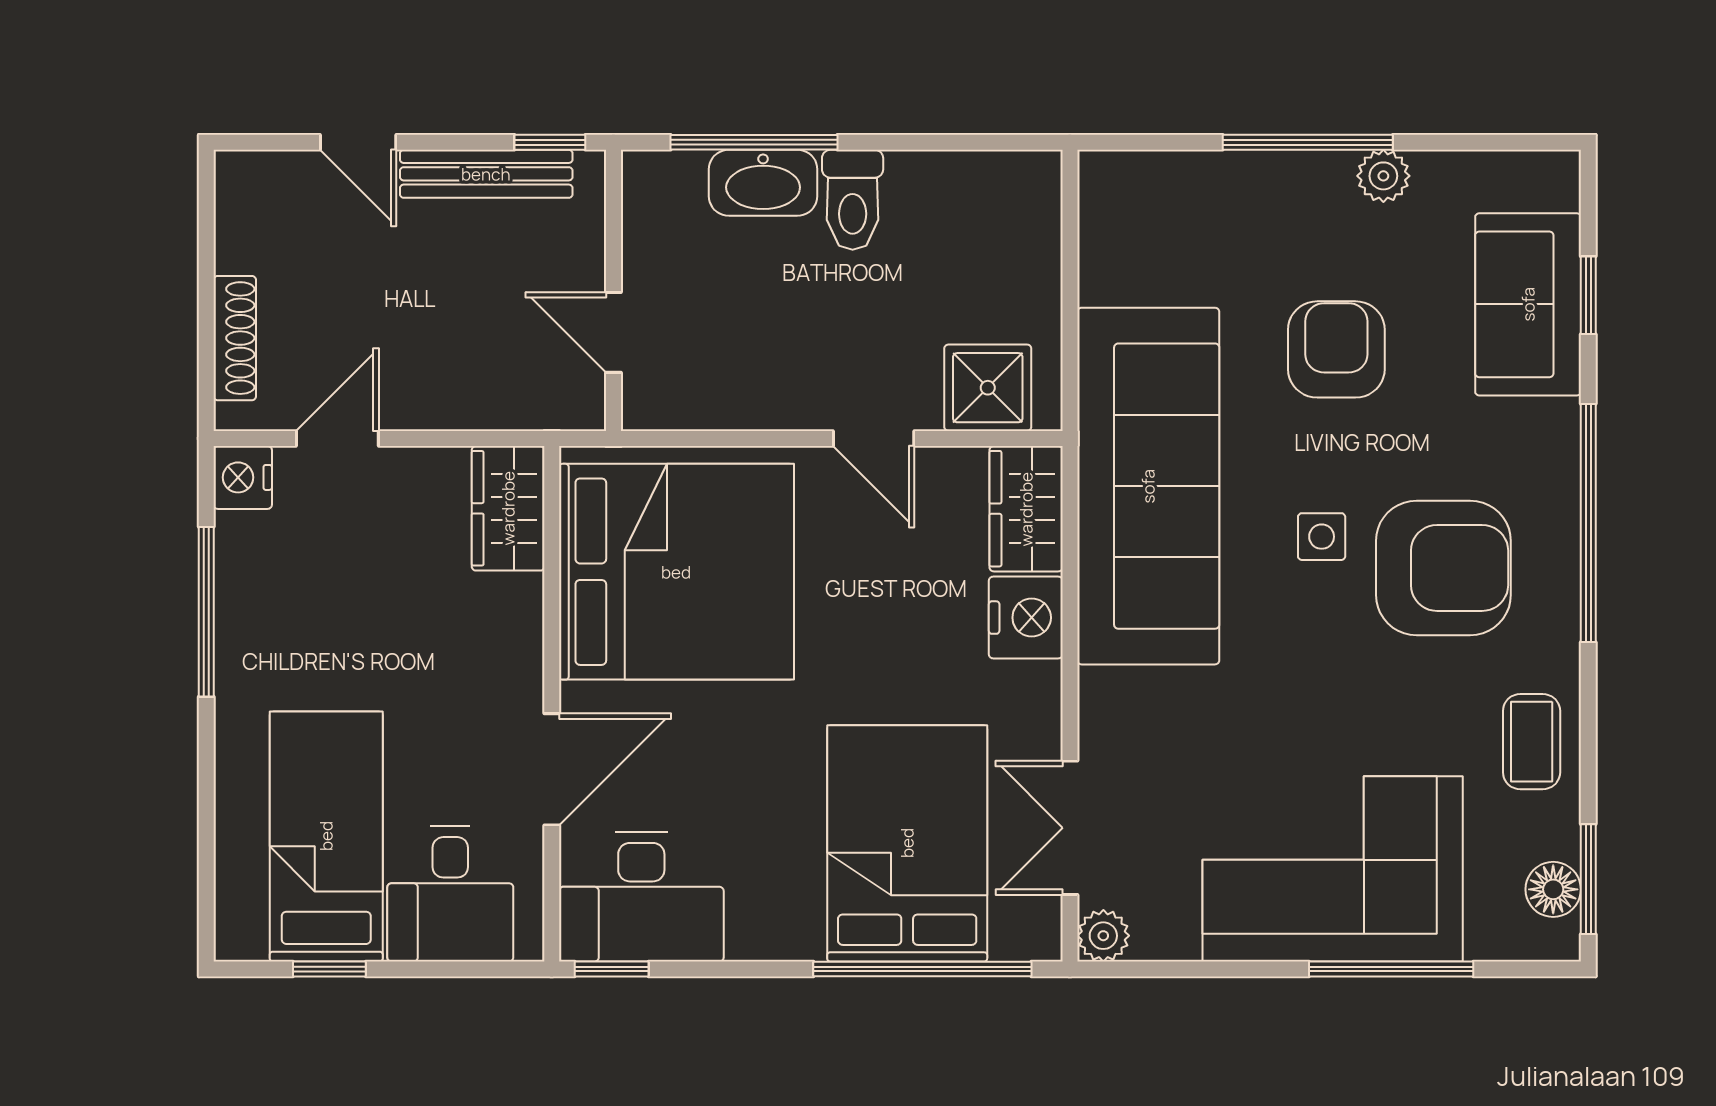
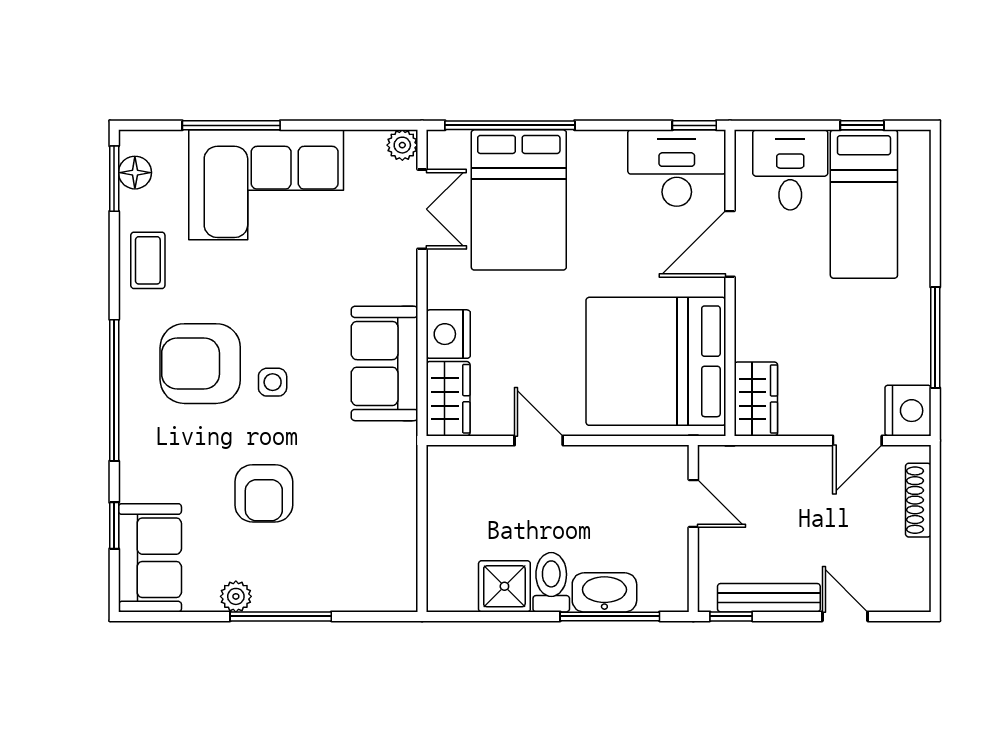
sofa: (1528, 304) -> (150, 558), moved
shower: (988, 388) -> (504, 586), moved
nightstand: (243, 477) -> (908, 411), width x1.36, depth x1.33
sofa: (1148, 486) -> (385, 363), width x0.54, depth x0.79

